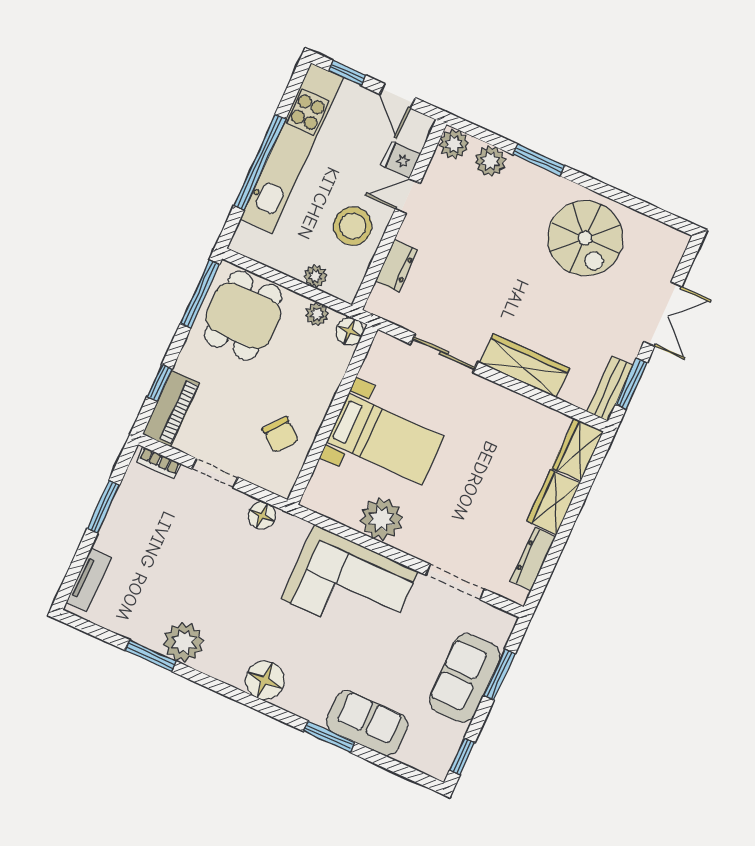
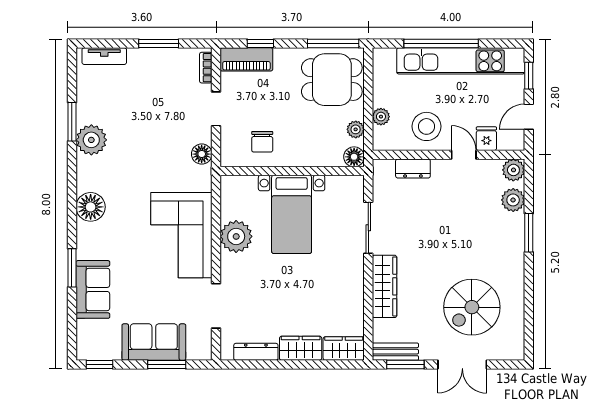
spiral stairs: (585, 238) -> (472, 307), moved
chair: (280, 435) -> (262, 142), turned -39

